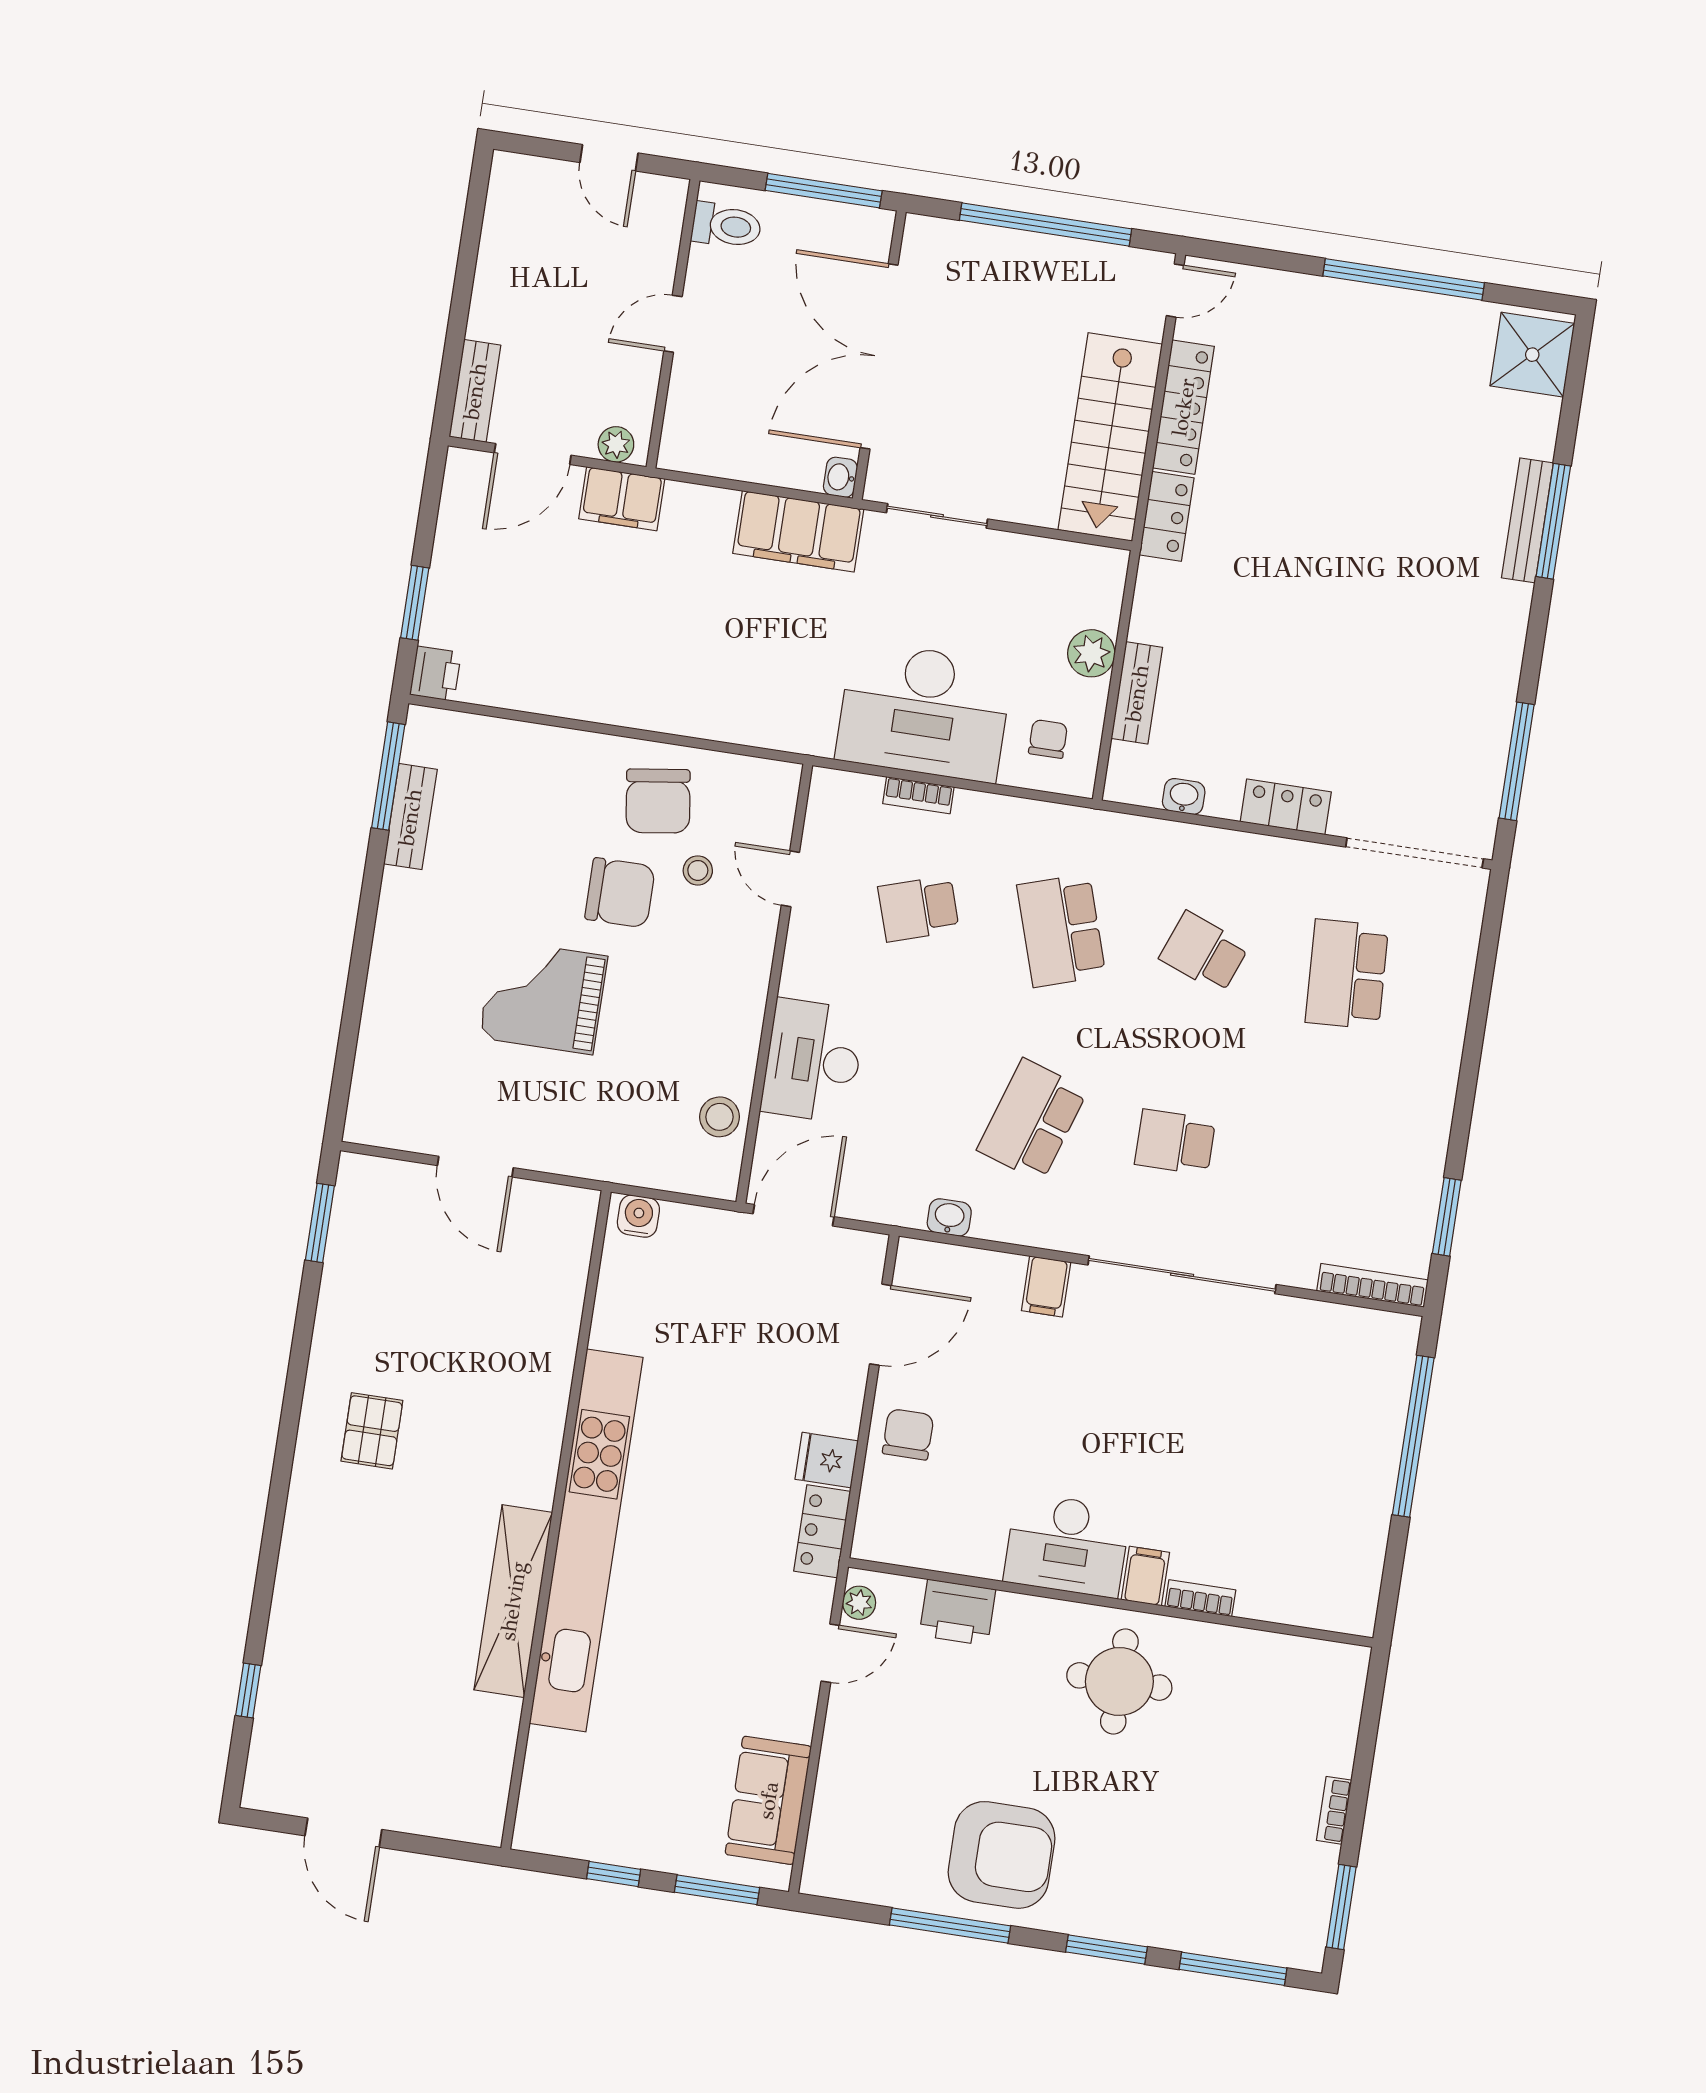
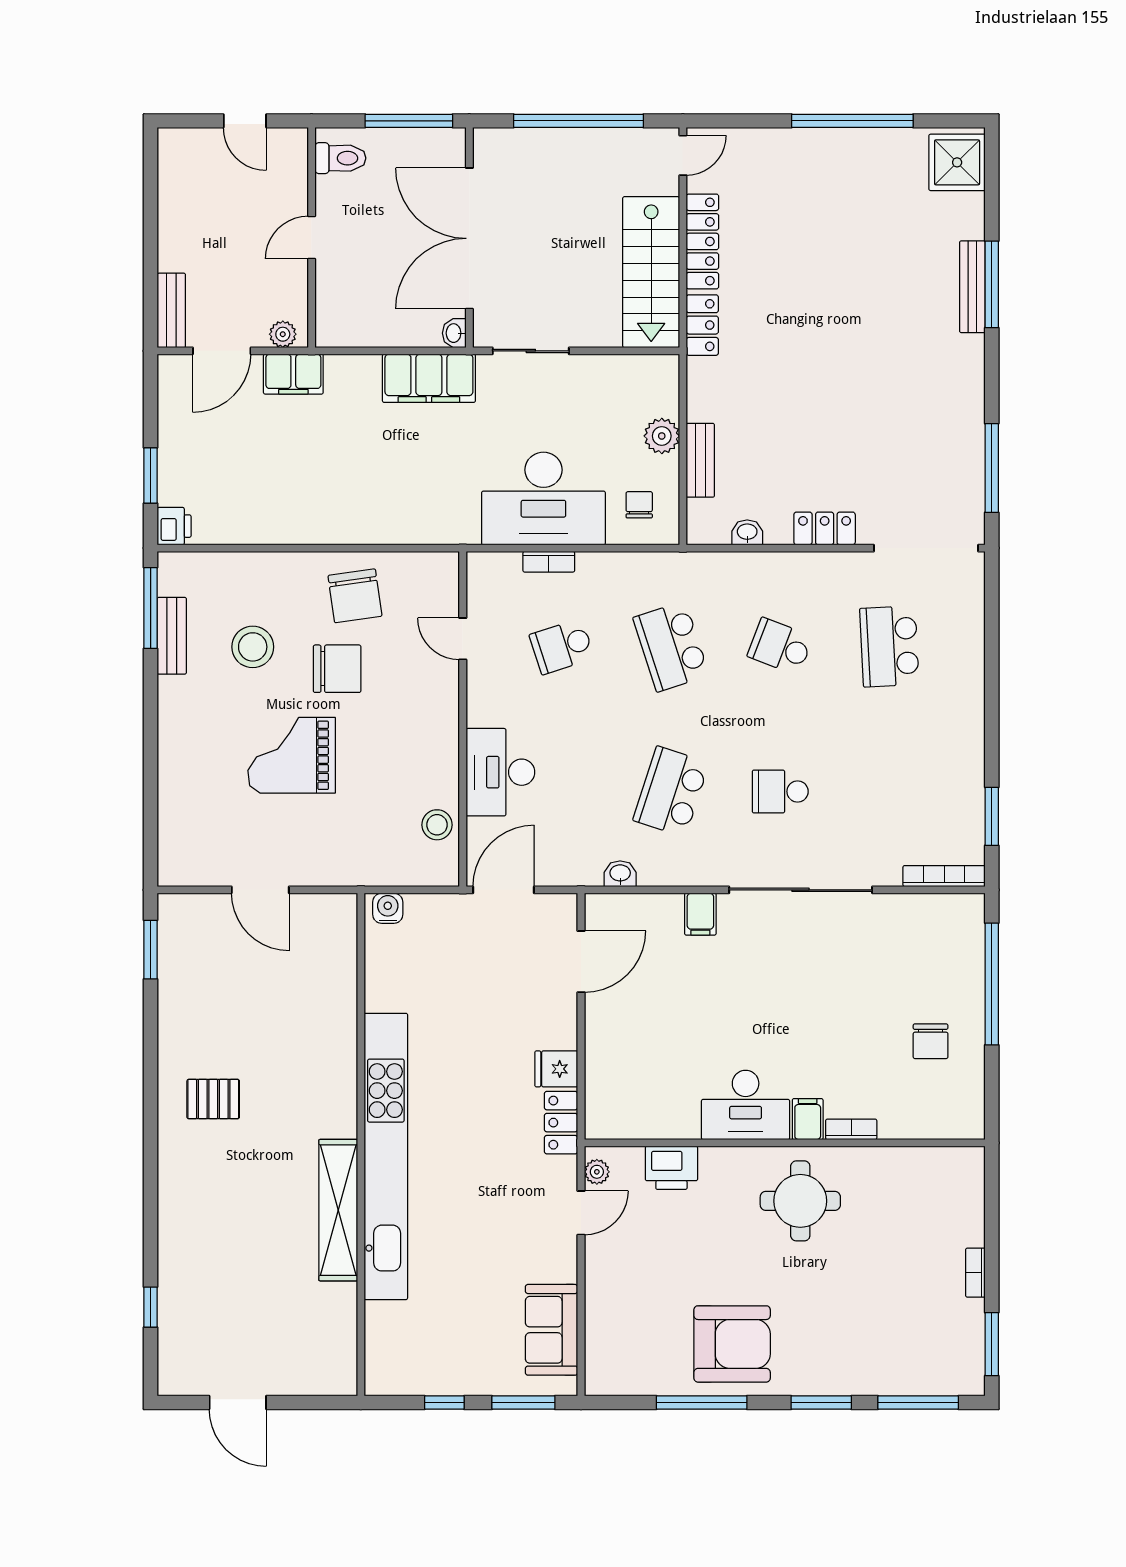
stool: (698, 870) -> (253, 647), moved, width x1.89, depth x1.89
pallet: (372, 1431) -> (213, 1099), turned 90
chair: (908, 1434) -> (931, 1041), moved, turned 180

